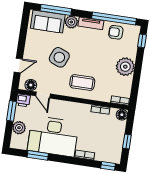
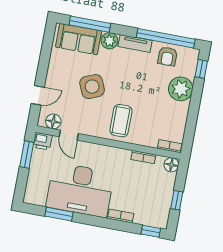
armchair: (116, 32) -> (167, 56), turned -90
side table: (59, 57) -> (92, 87), turned 45
plant: (125, 67) -> (181, 89), moved
coffee table: (82, 83) -> (121, 121), turned 90
plant: (19, 128) -> (36, 177), removed

